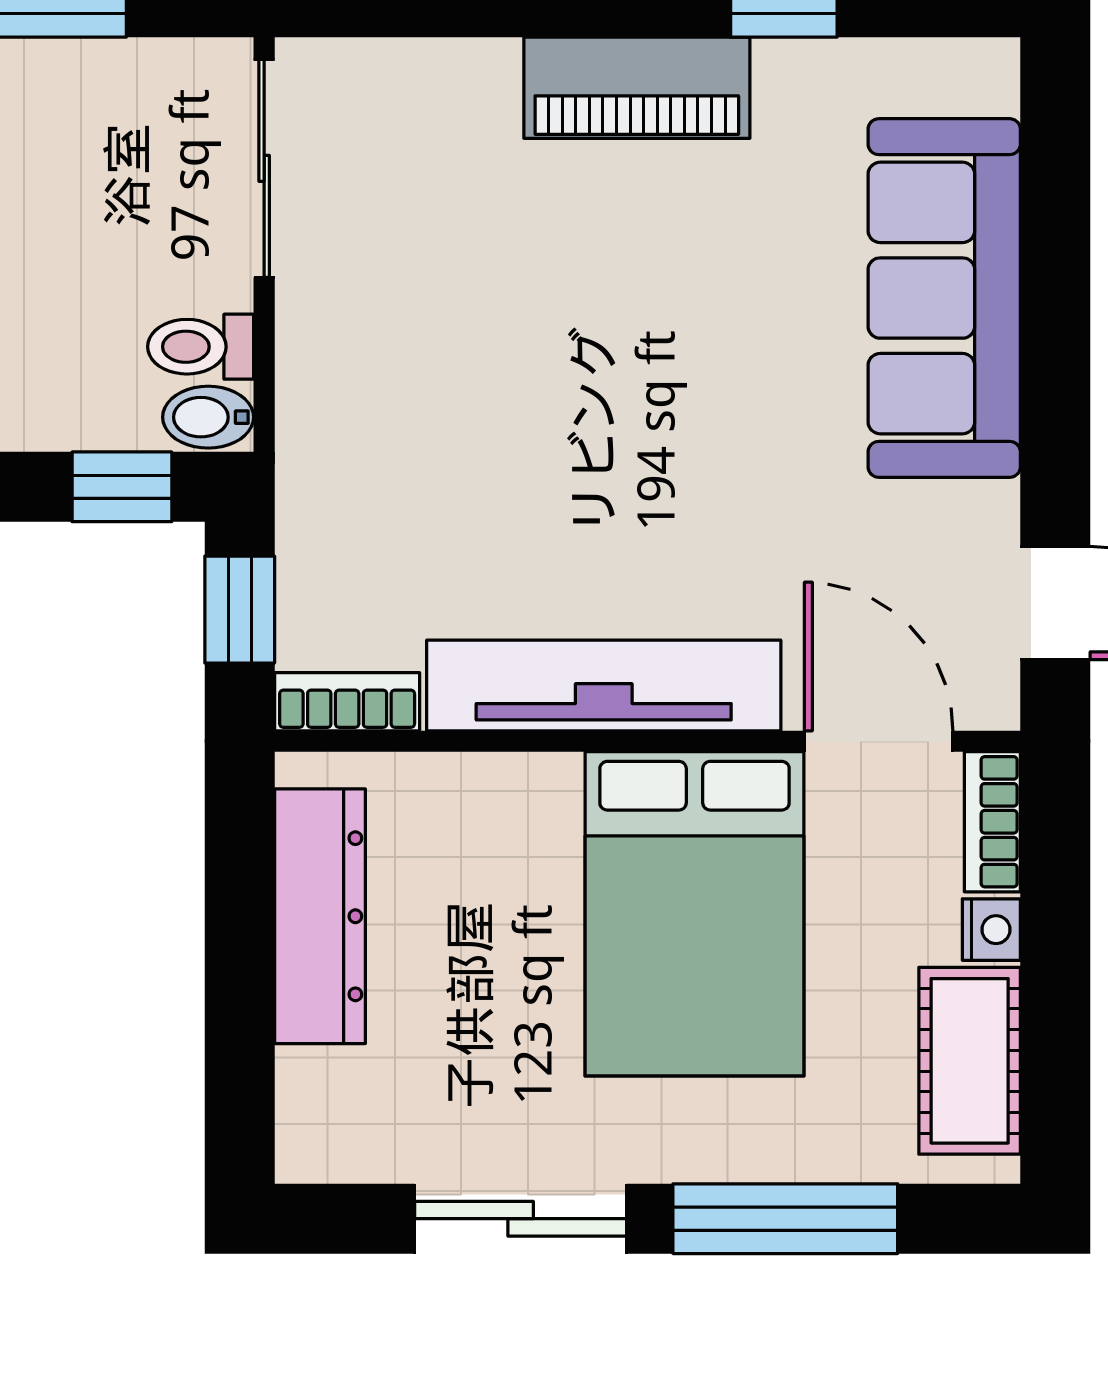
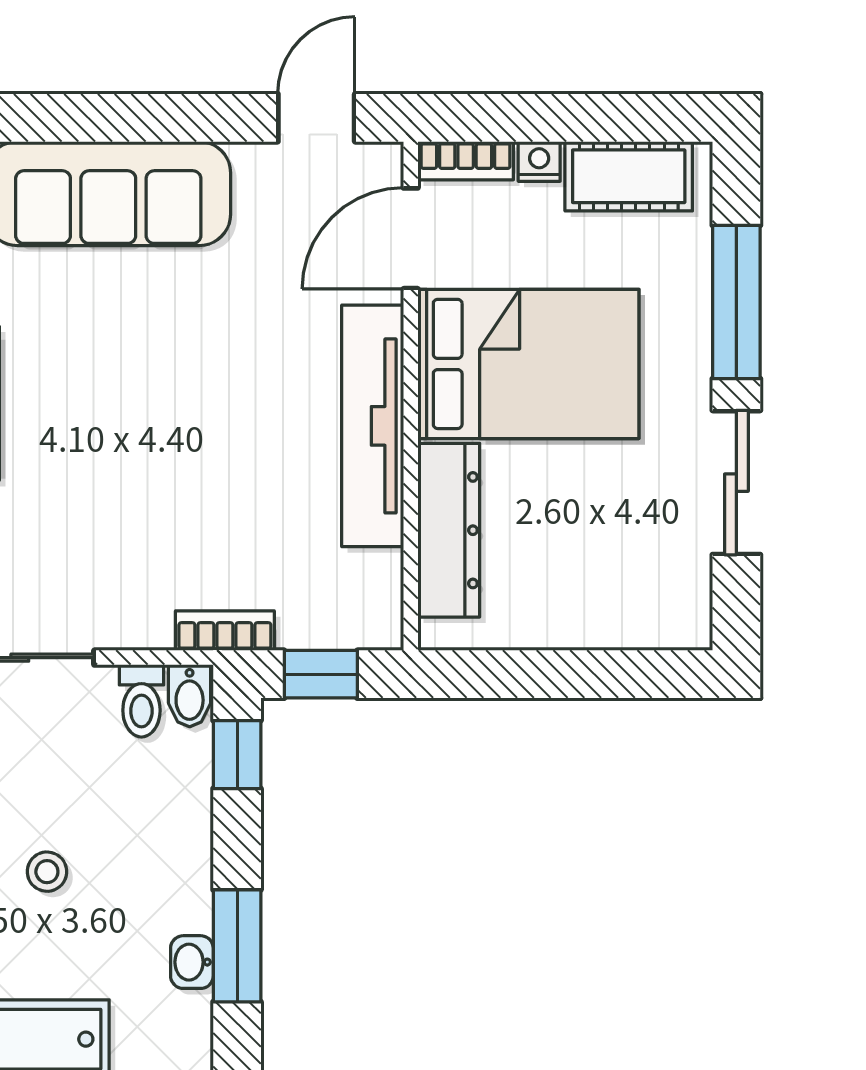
bookcase: (347, 702) -> (225, 631), moved, turned 90
dresser: (320, 916) -> (449, 530), moved, turned 90

